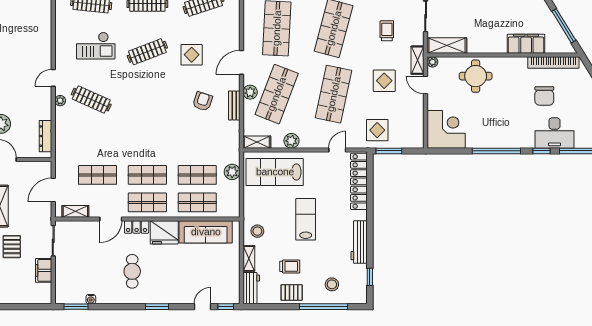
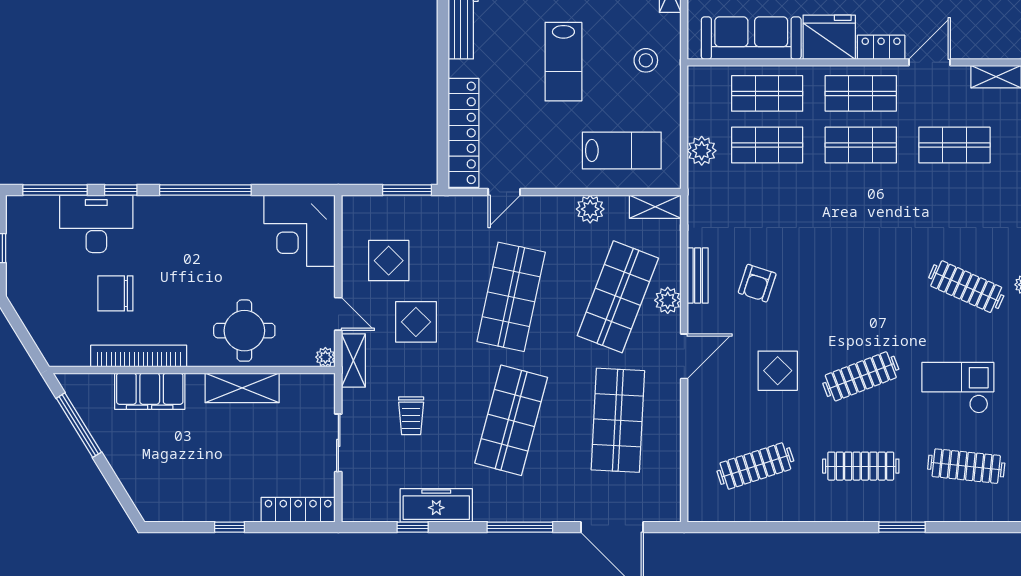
shelving: (447, 46) -> (242, 388), moved
bookcase: (553, 63) -> (139, 356), moved
chair: (544, 96) -> (115, 293), turned -90
display table: (377, 130) -> (389, 261), moved
lab bench: (275, 172) -> (622, 150), width x0.73, depth x0.72
stool: (257, 231) -> (646, 60), moved

